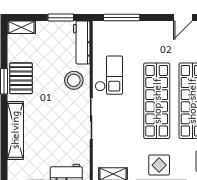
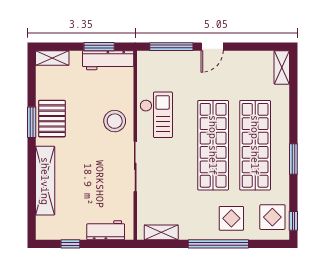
door: (183, 18) -> (212, 47), moved
workbench: (82, 42) -> (108, 60), moved, turned -90
display table: (159, 165) -> (231, 218), moved

